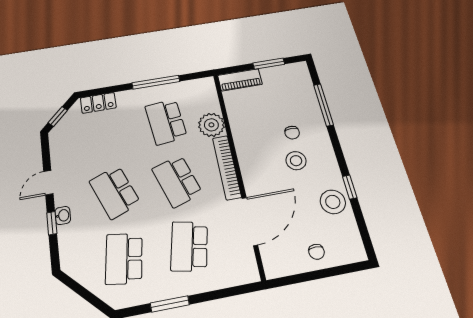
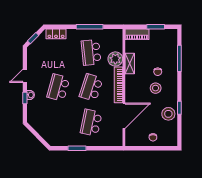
shelving: (239, 128) -> (130, 63), added
school desk: (177, 181) -> (91, 88), turned 36
school desk: (115, 192) -> (58, 88), turned 36
school desk: (124, 259) -> (58, 123), removed

